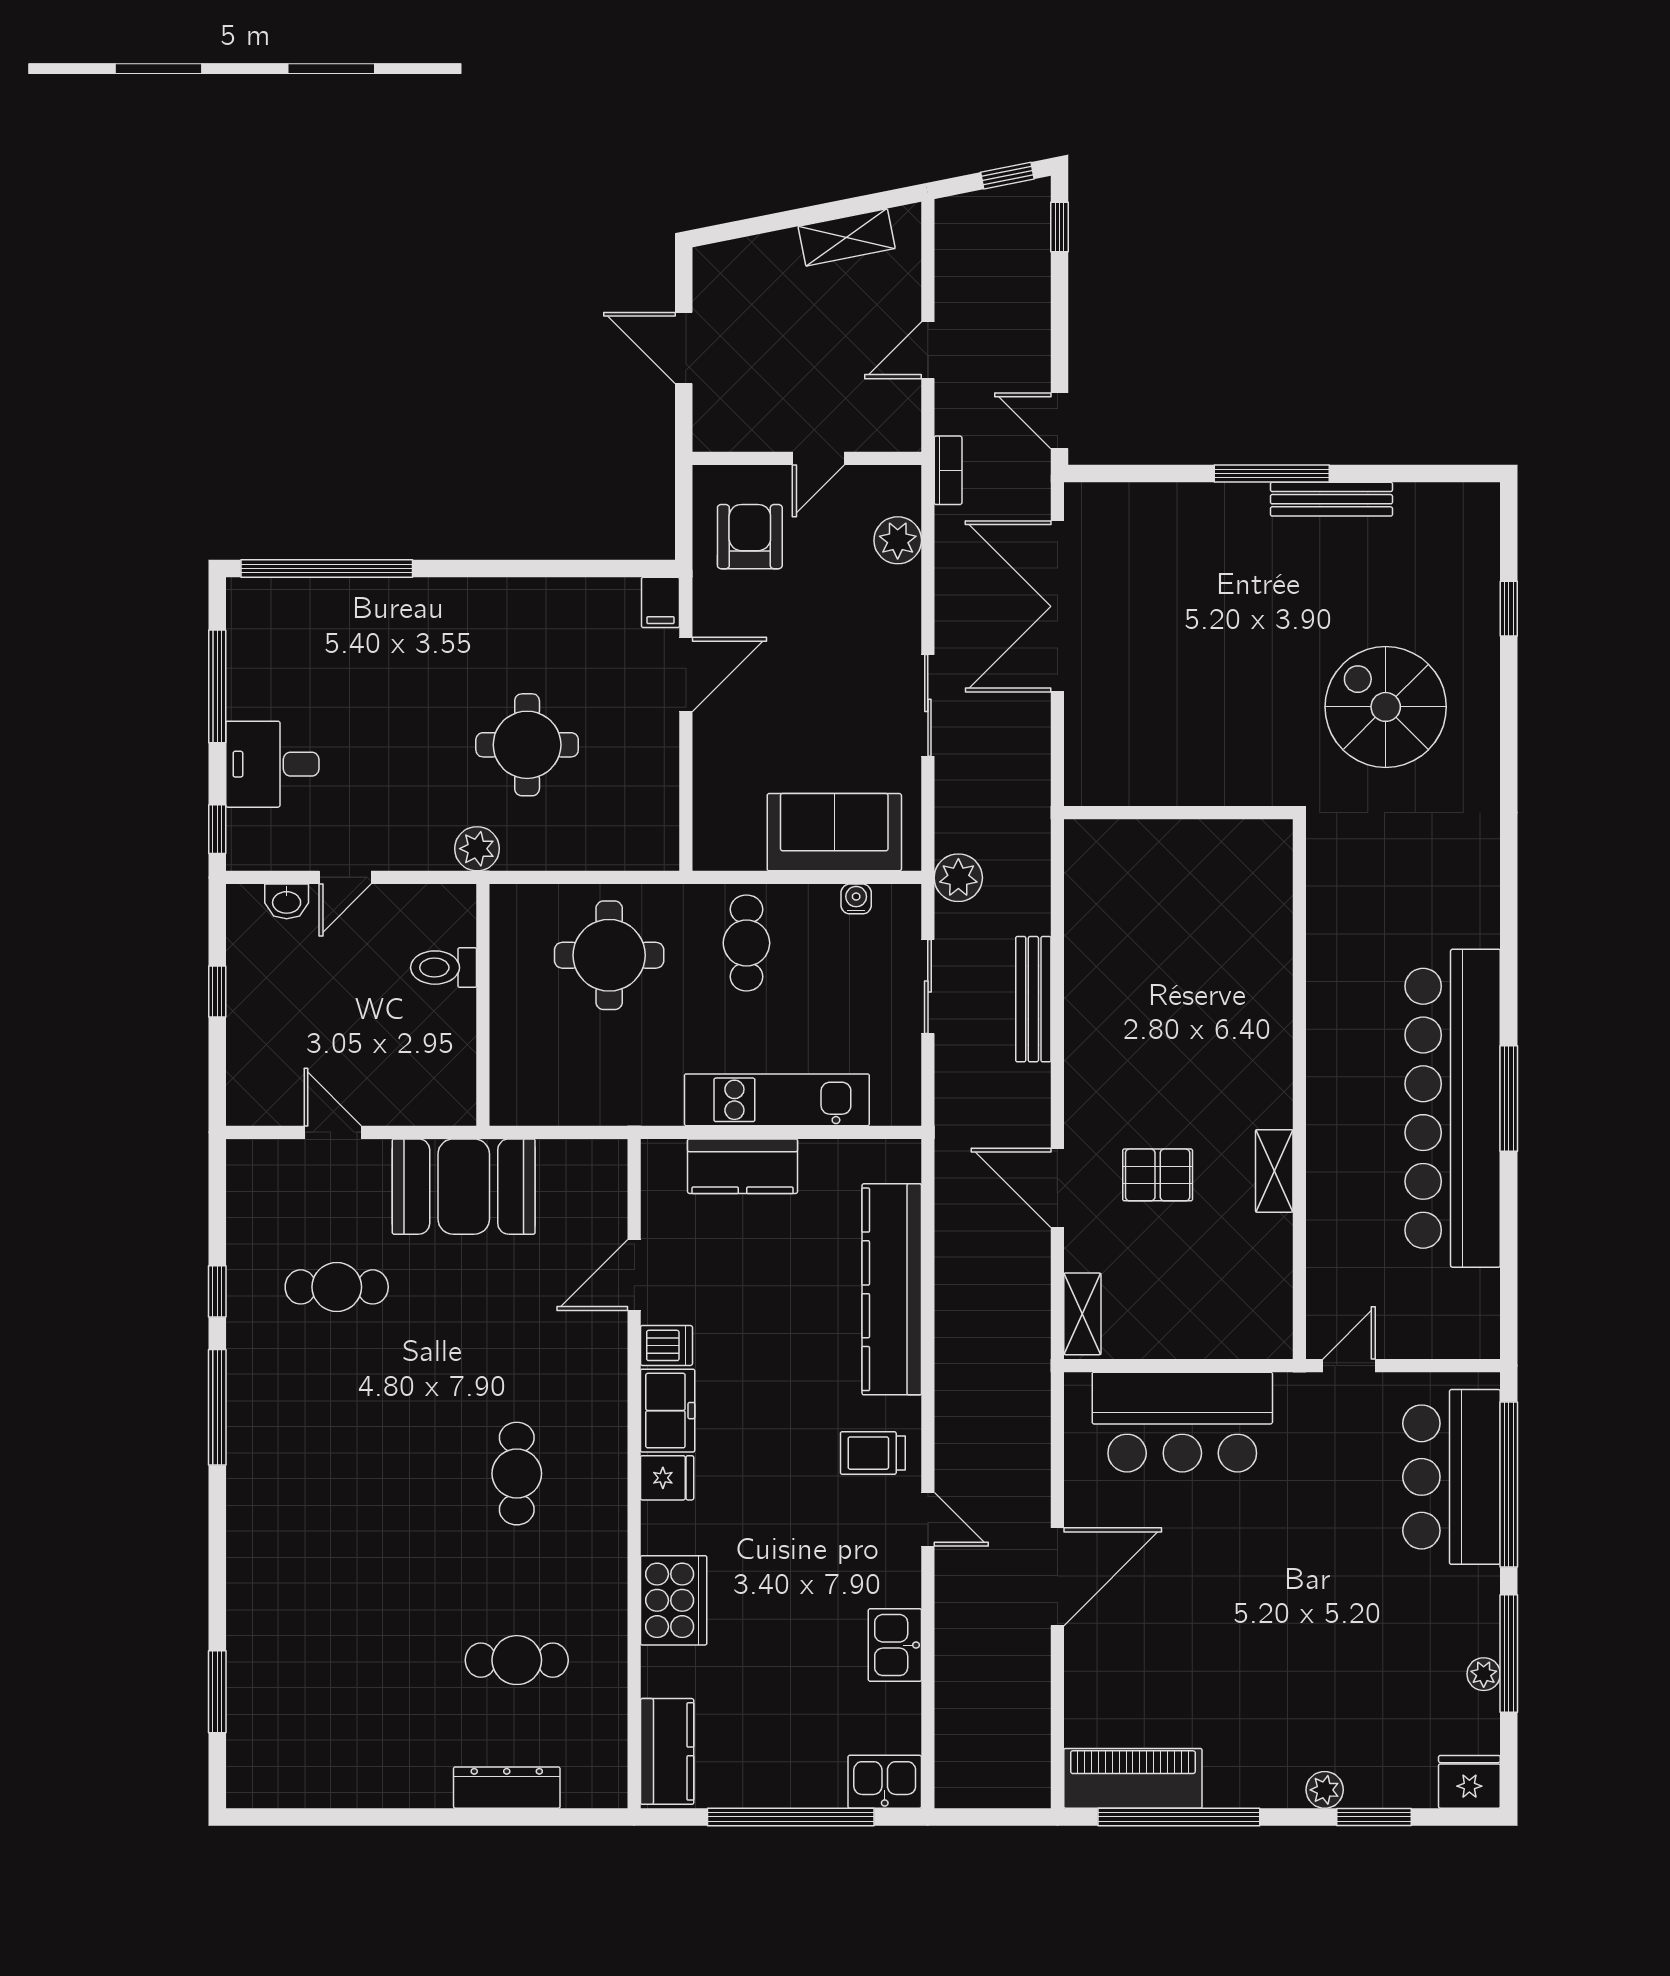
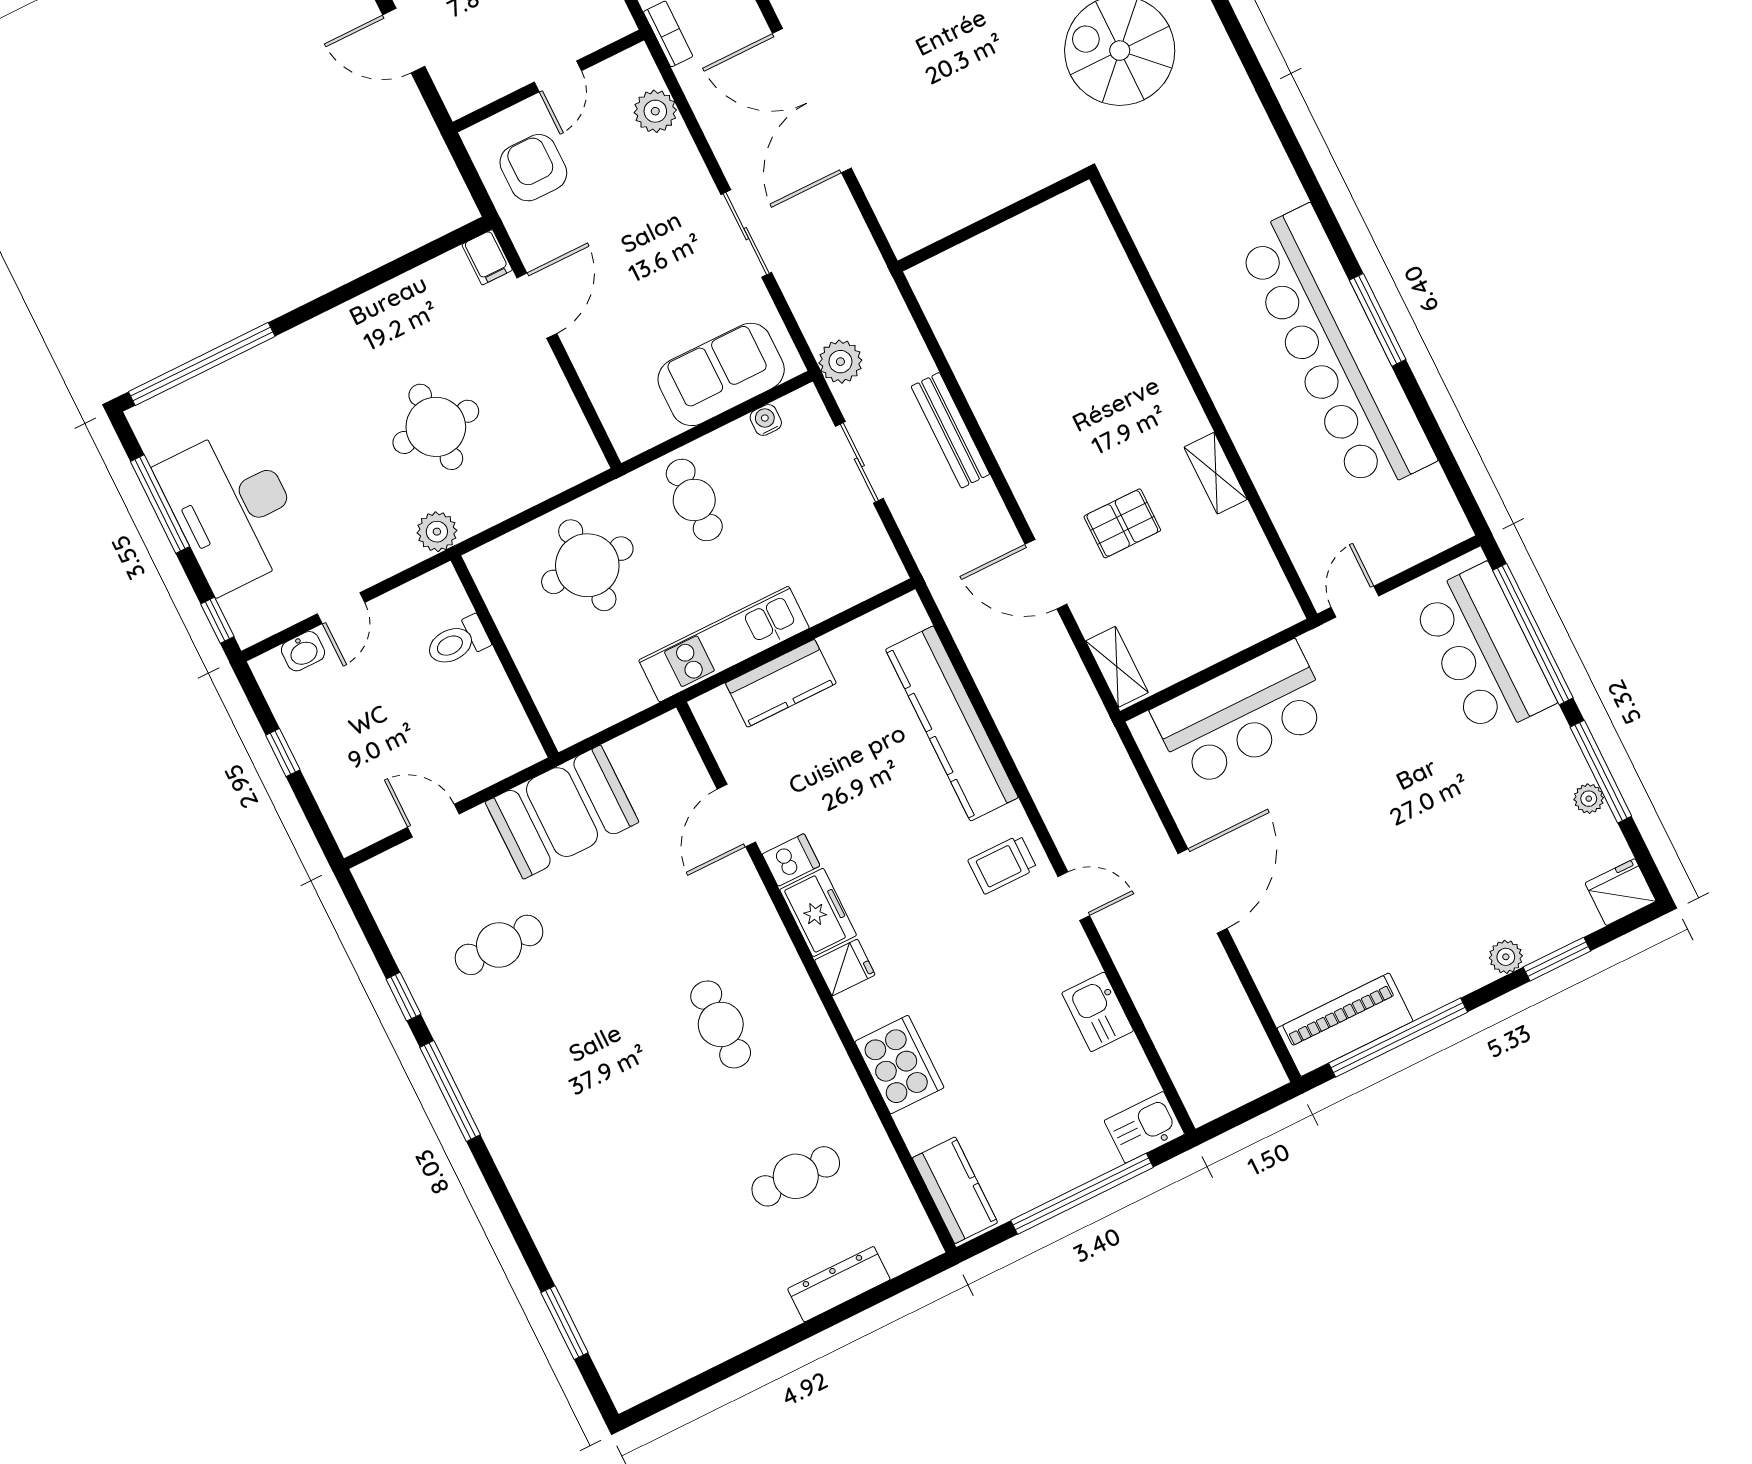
desk: (272, 764) -> (232, 509), width x1.87, depth x1.30
kitchen unit: (777, 1100) -> (724, 644), moved

